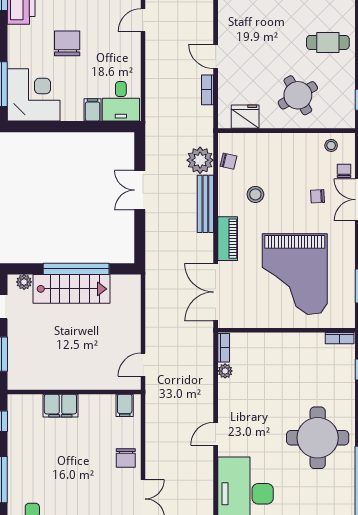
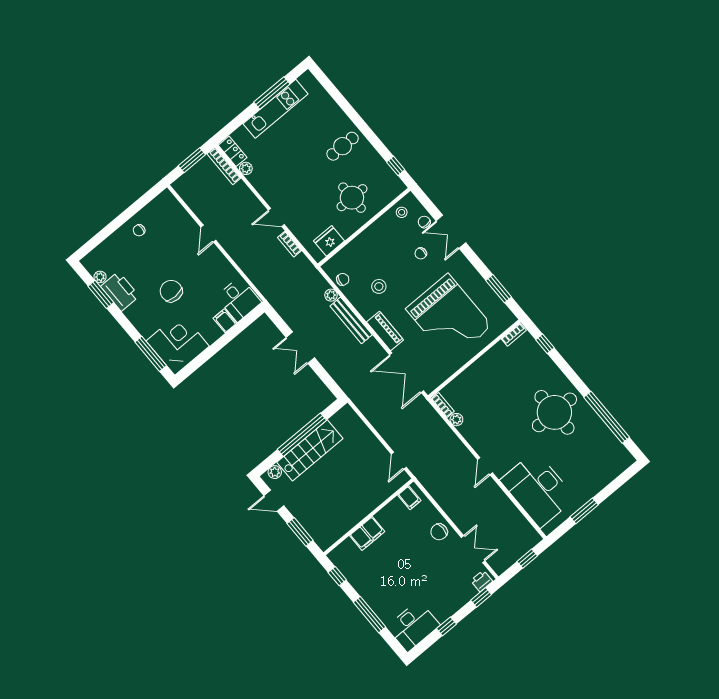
round table: (298, 95) -> (352, 198), turned 30
plant: (200, 160) -> (331, 295), width x0.53, depth x0.53
chair: (126, 458) -> (439, 532), turned 90

